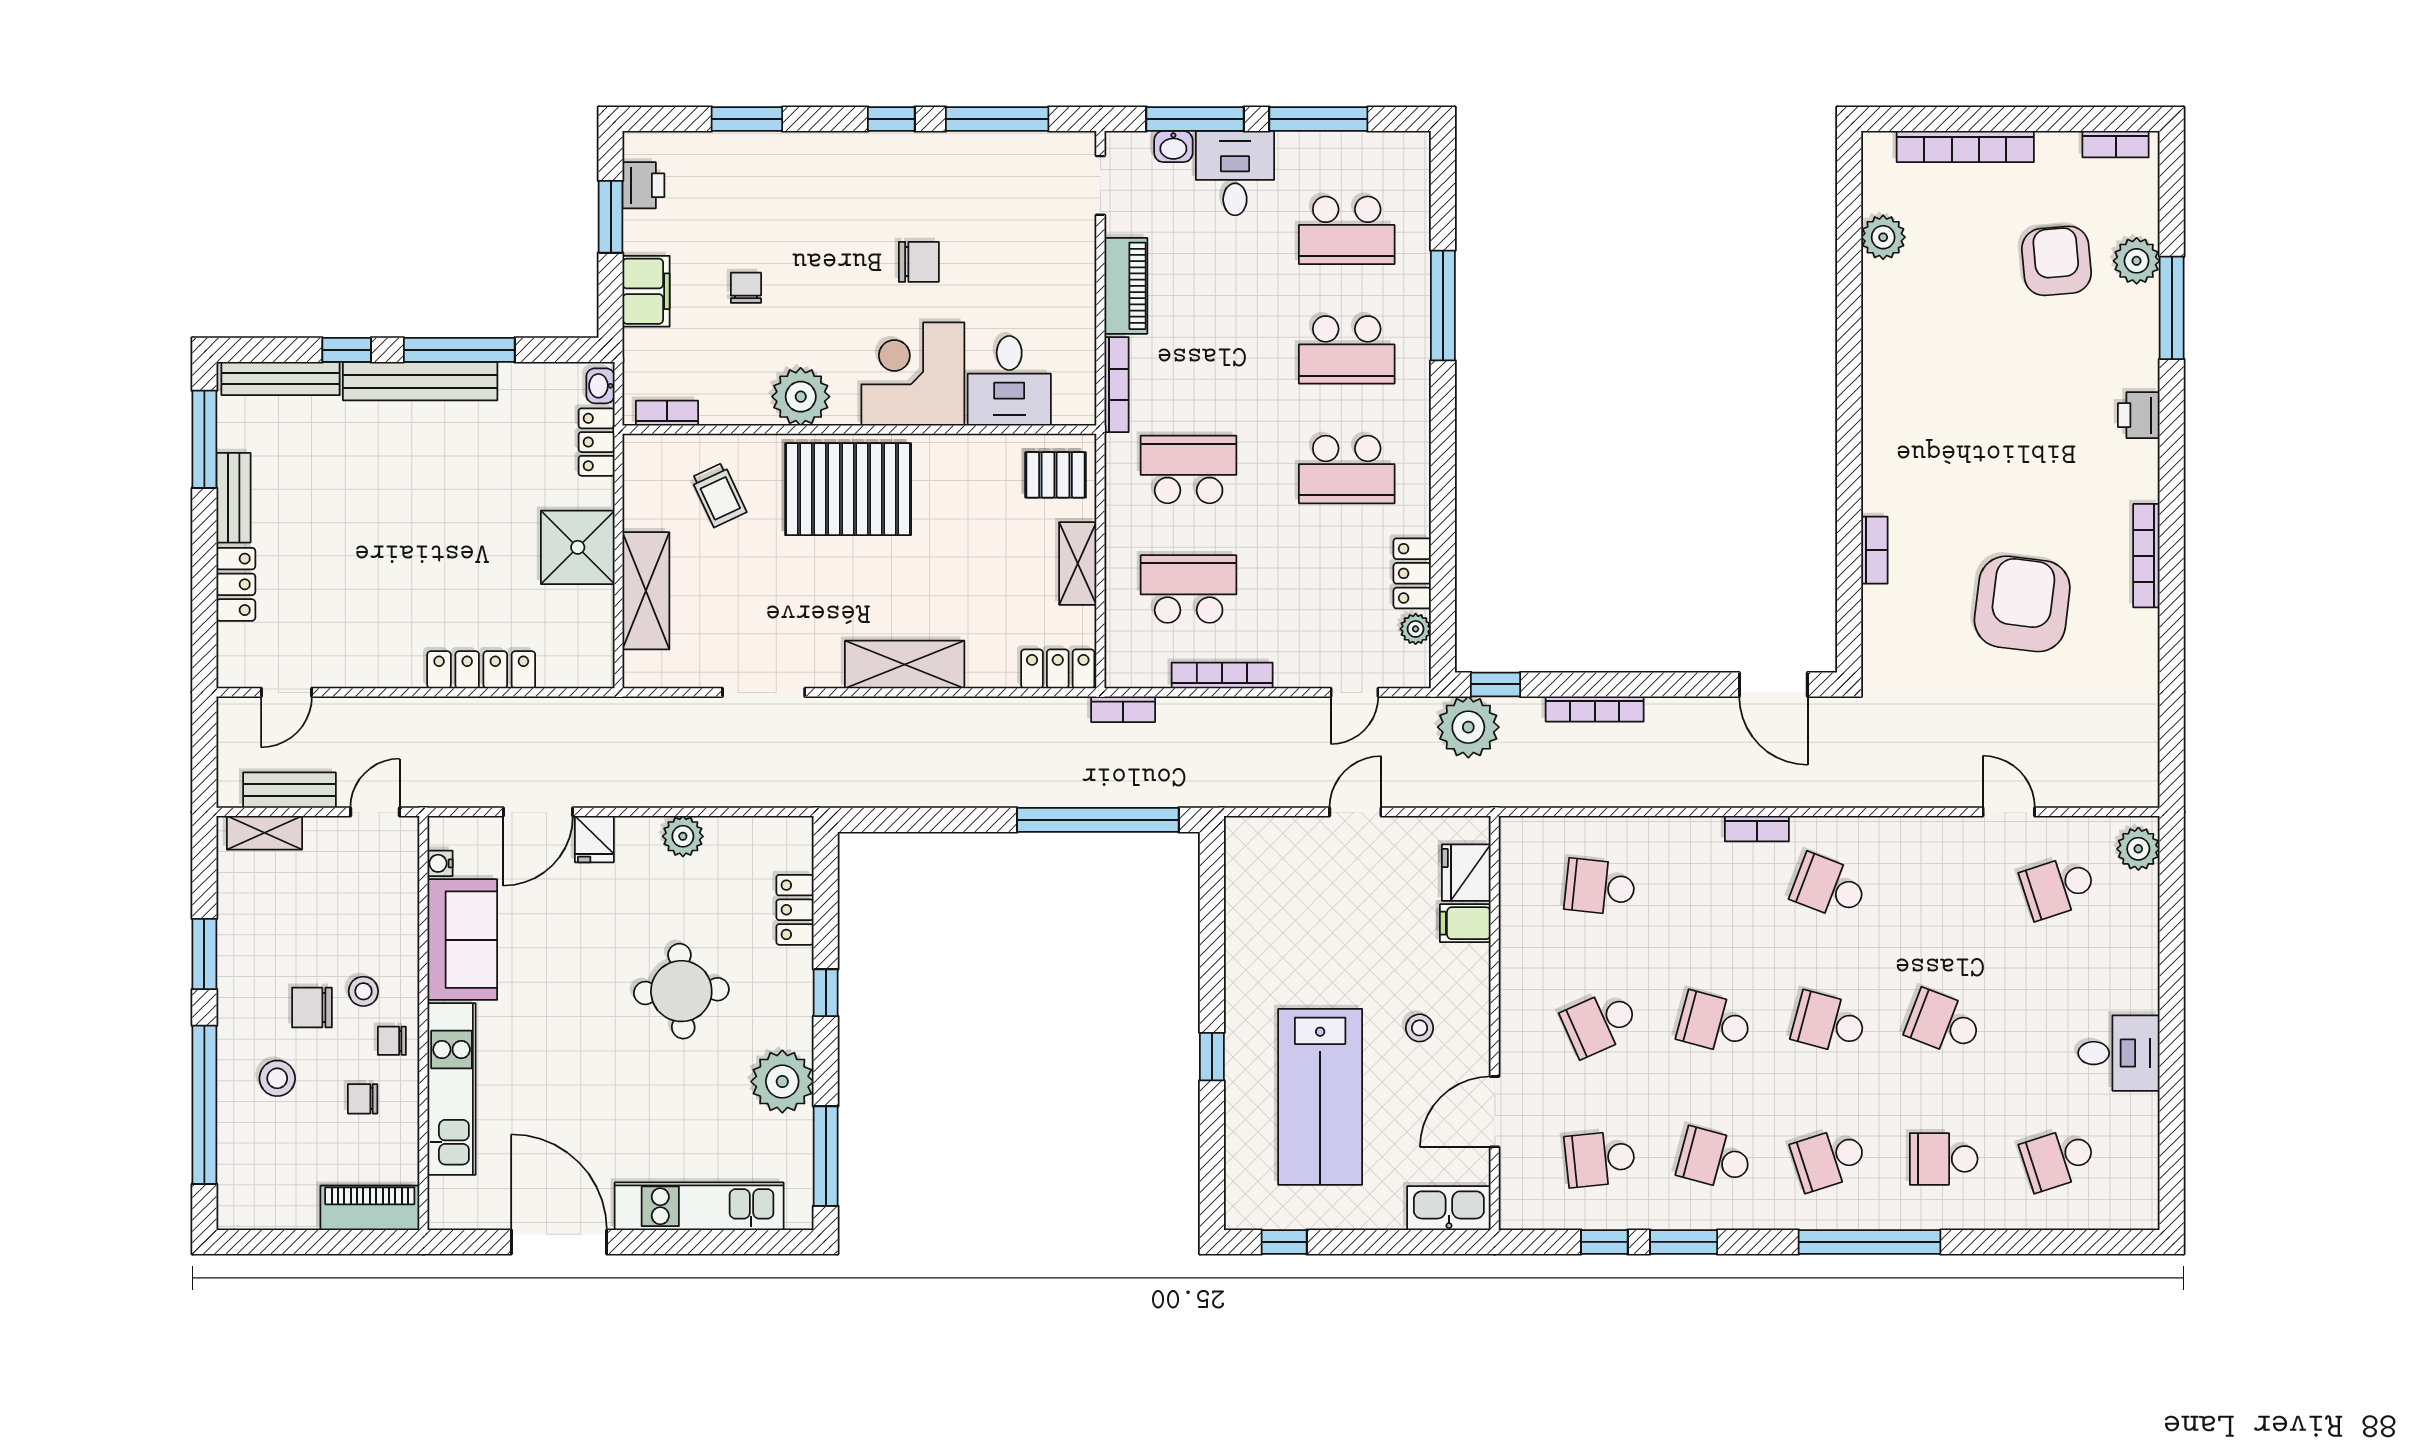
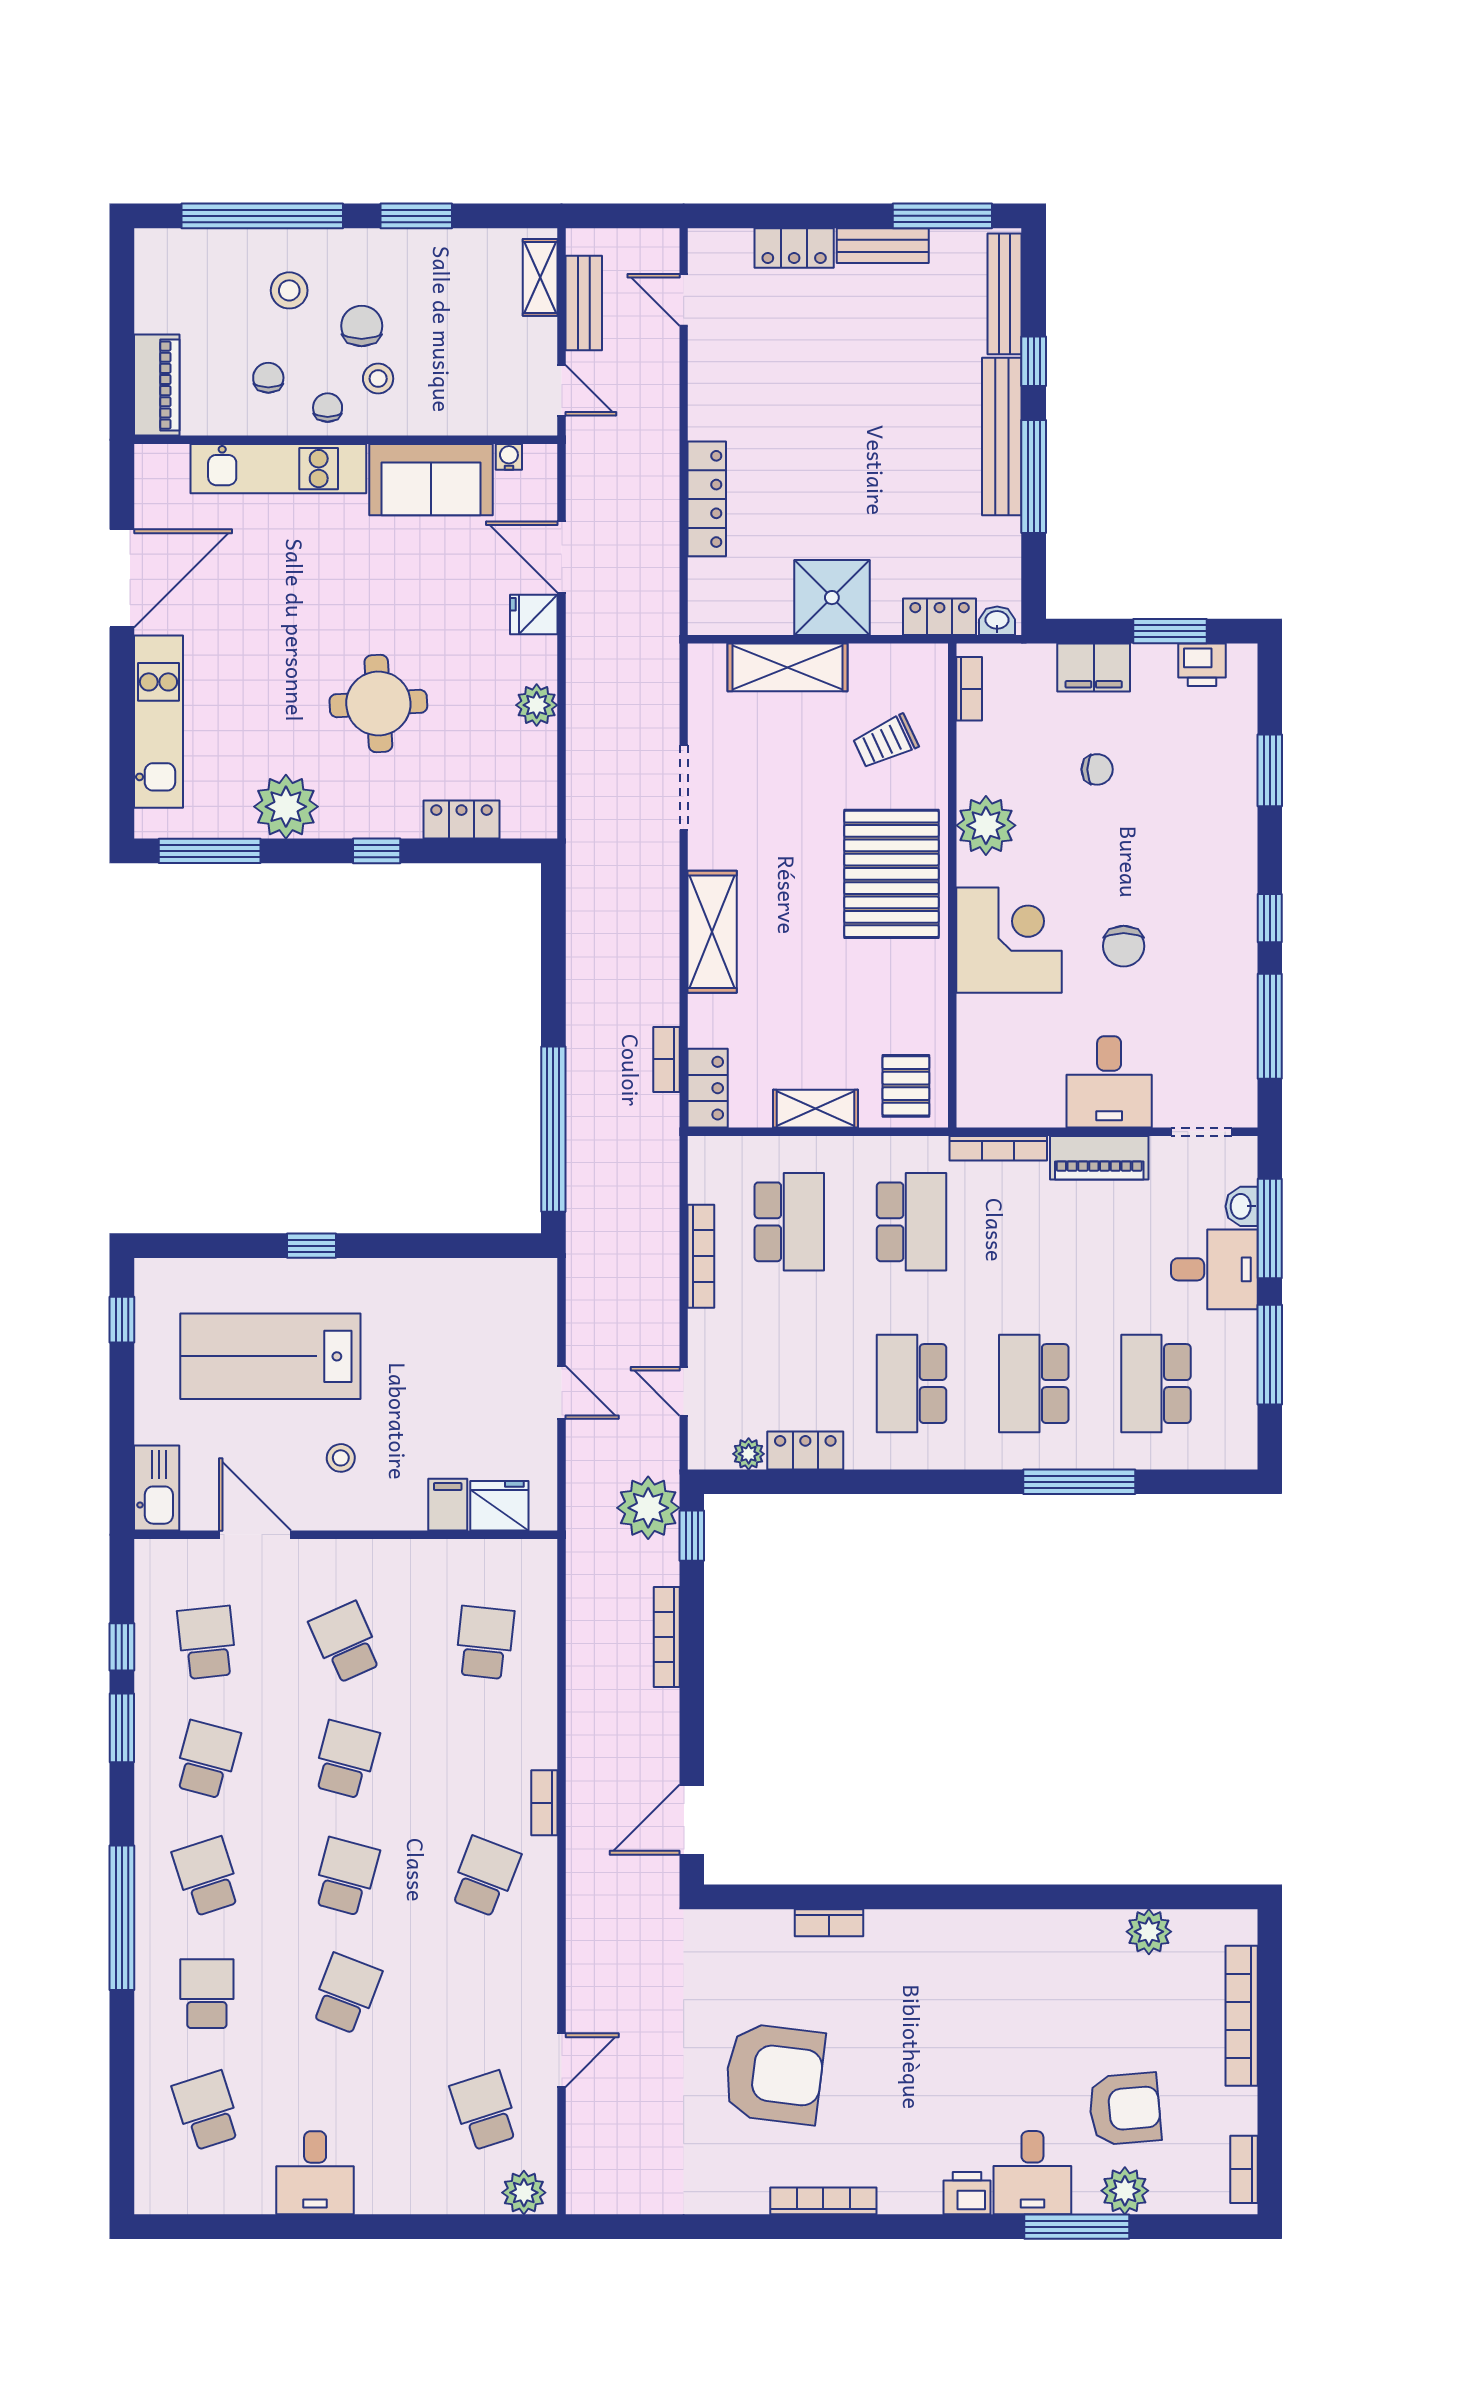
desk: (2119, 351) -> (1032, 2173), added
desk: (1009, 381) -> (1109, 1082), moved, turned -90
bookcase: (1123, 709) -> (666, 1059), moved

